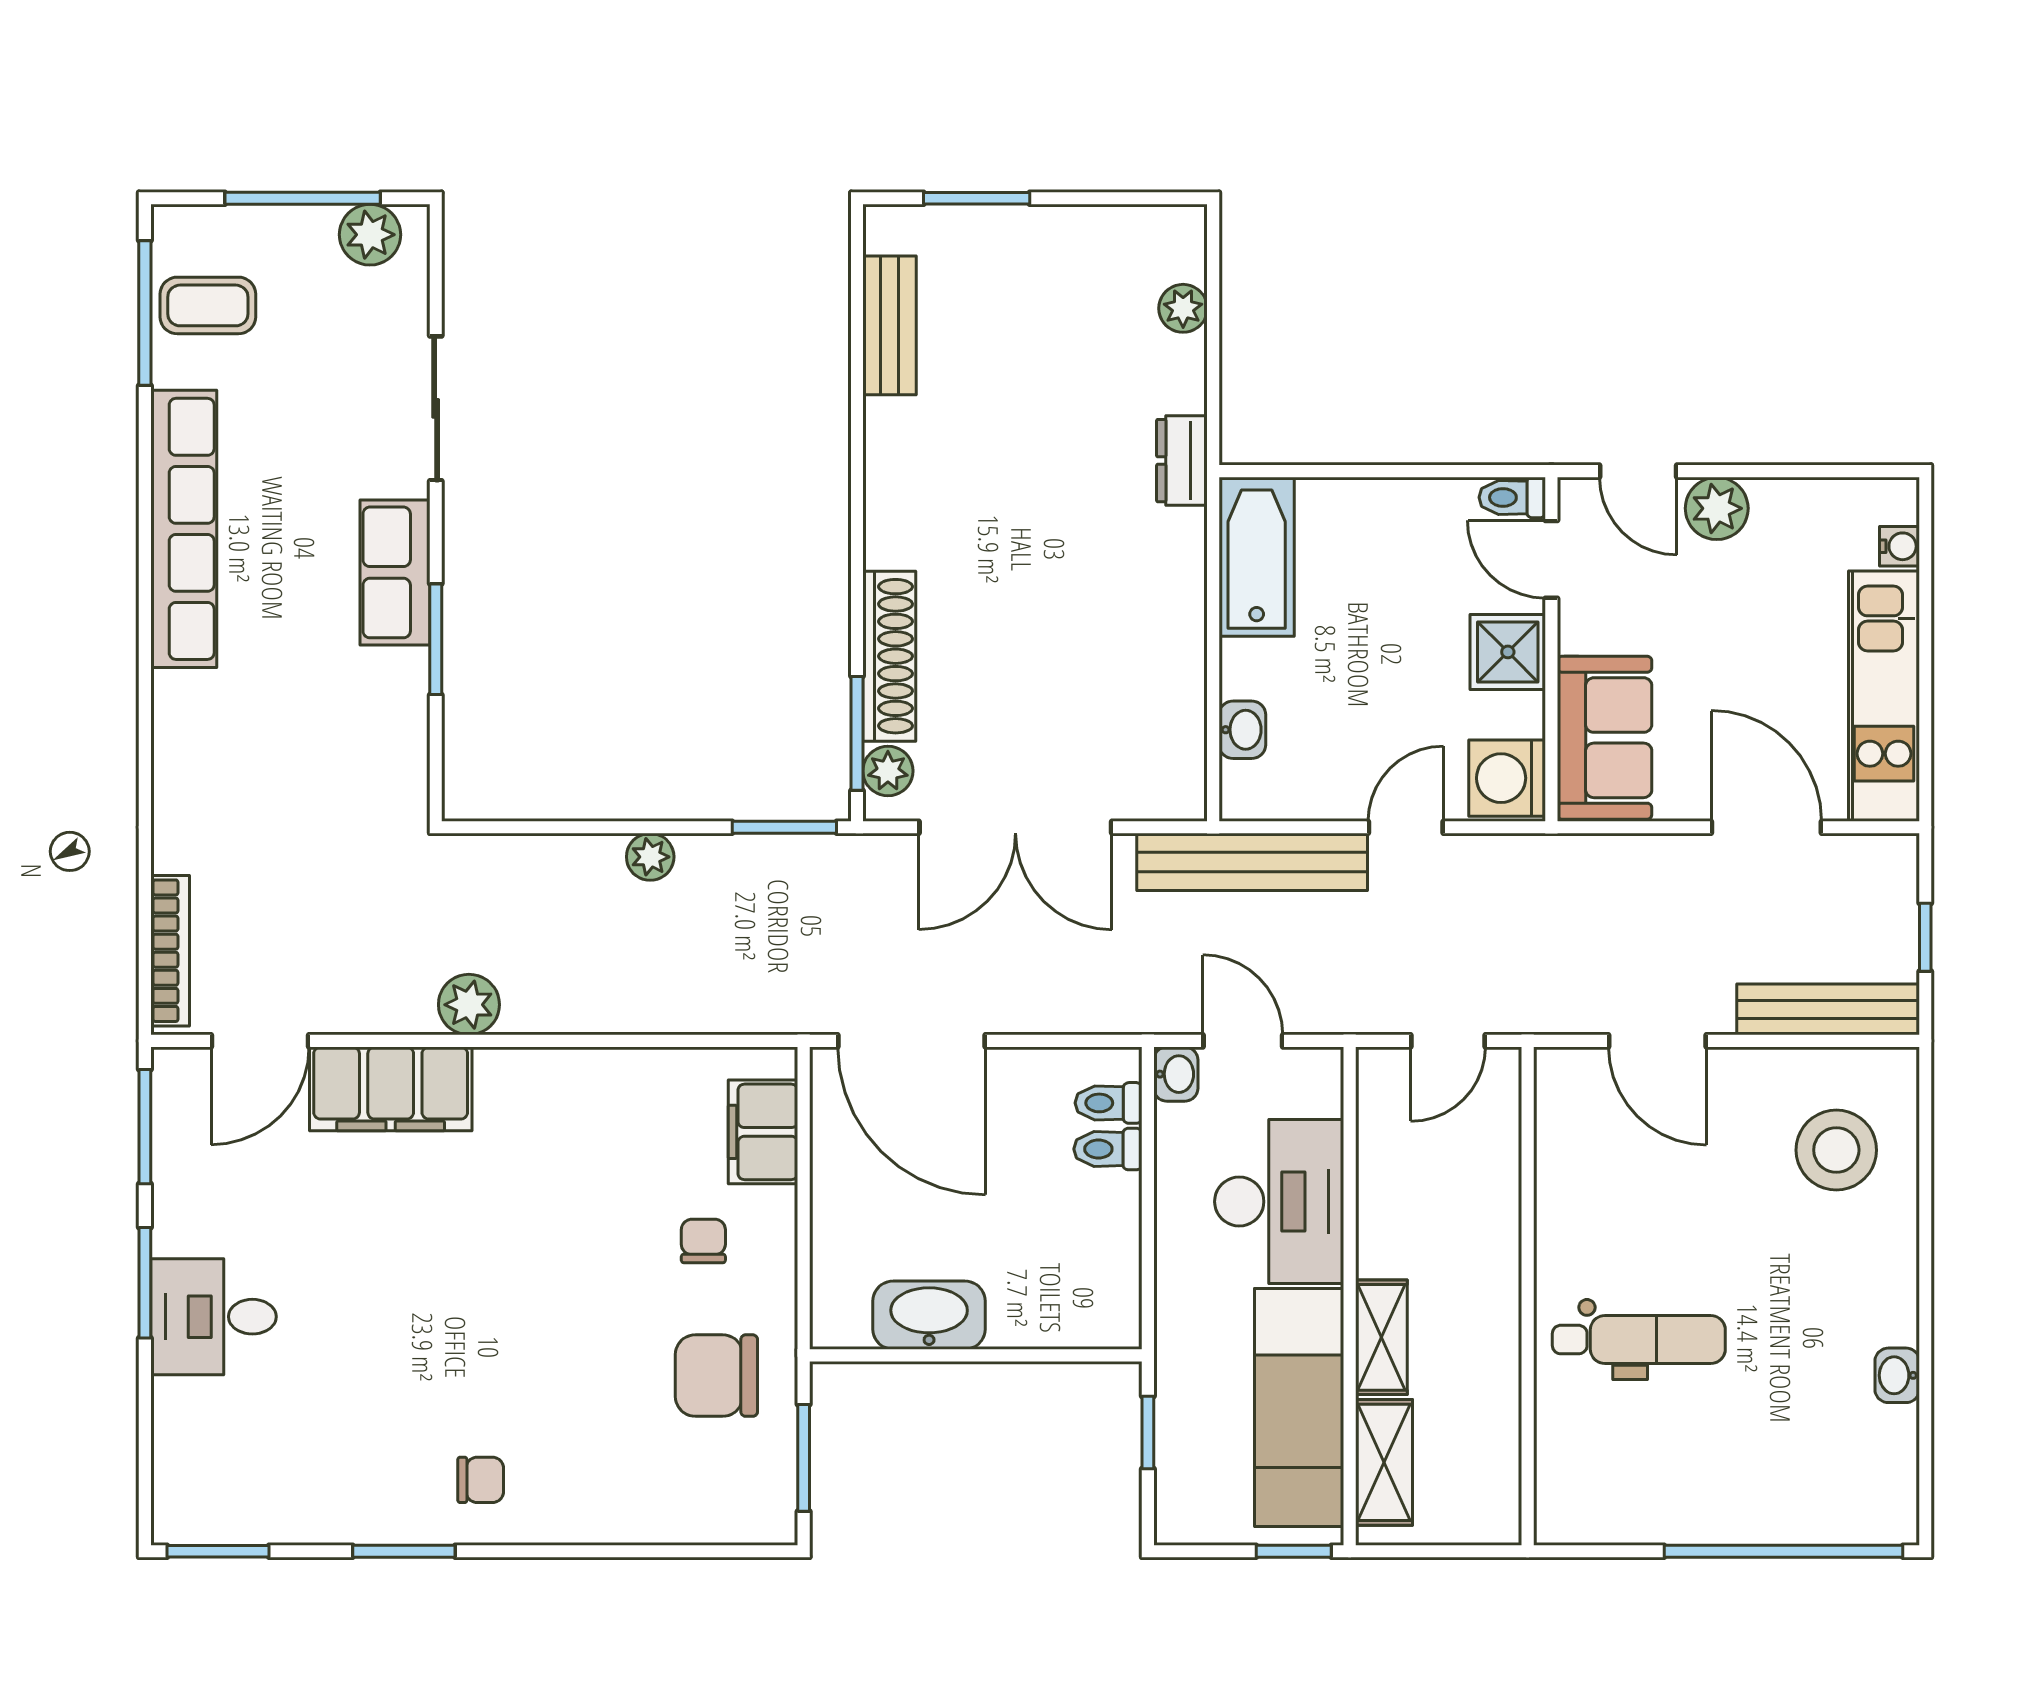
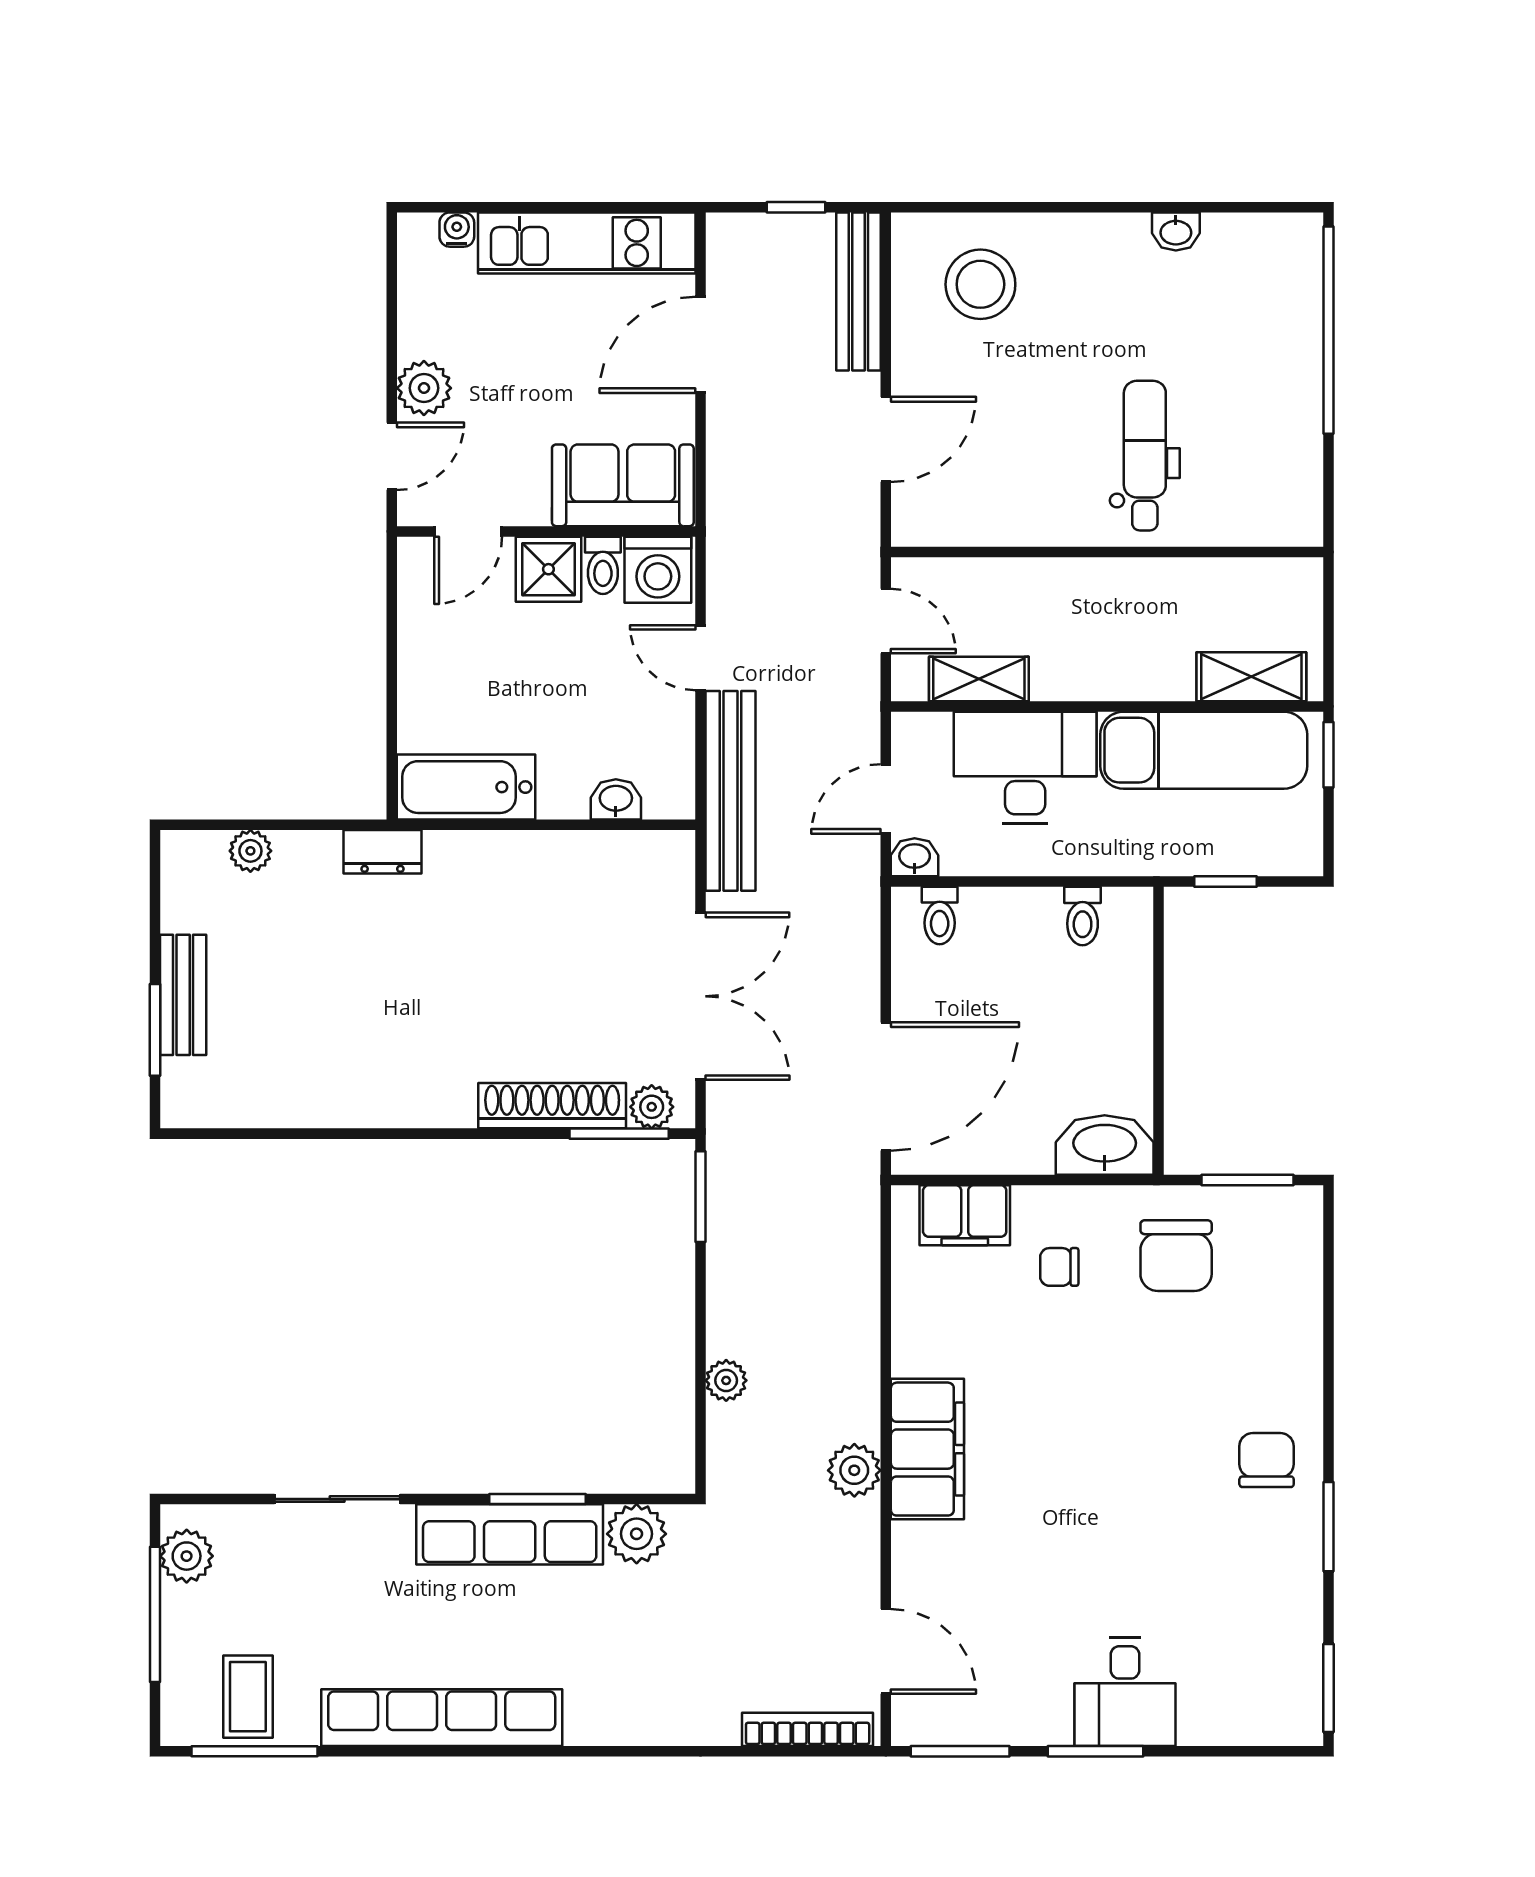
bench: (890, 325) -> (183, 995), moved, turned 90
toilet: (1512, 497) -> (603, 565), moved
row of seats: (395, 572) -> (510, 1534), width x1.48
plant: (396, 754) -> (637, 1534), added
plant: (650, 857) -> (726, 1380), moved
filing cabinet: (391, 1089) -> (927, 1449), moved
toilet: (1108, 1149) -> (1083, 916), moved
washbasin: (929, 1315) -> (1105, 1145), moved, turned 90
shelving: (1381, 1337) -> (979, 679), moved
chair: (481, 1480) -> (1267, 1460), width x1.37, depth x1.37

